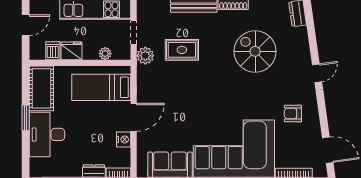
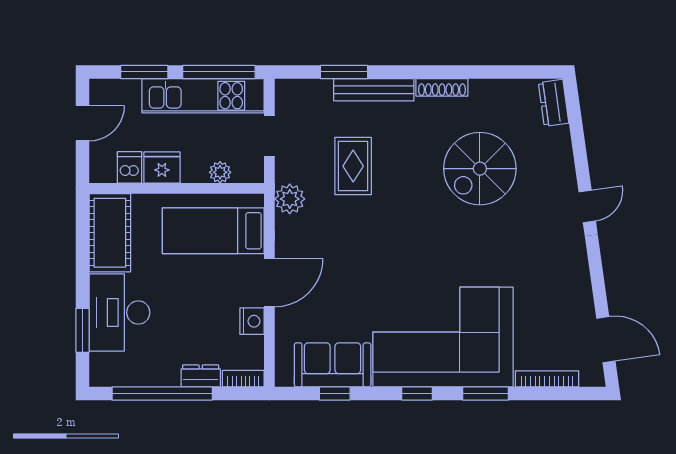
rug: (182, 50) -> (353, 166), turned 90
spiral stairs: (255, 51) -> (480, 169), turned -90
plant: (145, 56) -> (290, 199), moved
armchair: (293, 113) -> (546, 276), removed
window: (26, 118) -> (83, 330), moved

